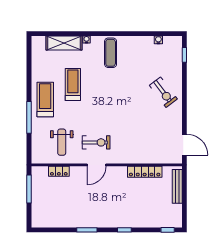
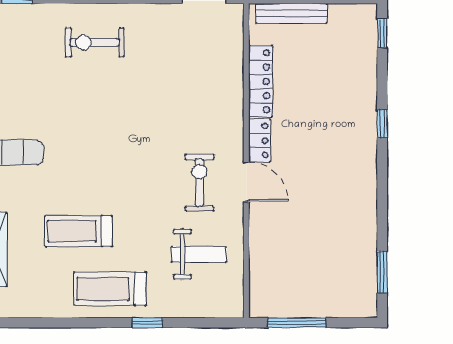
exercise bike: (163, 92) -> (95, 42), turned -143
window: (29, 117) -> (147, 323), width x0.46
locker: (59, 171) -> (260, 140), moved
window: (87, 230) -> (382, 272), moved

